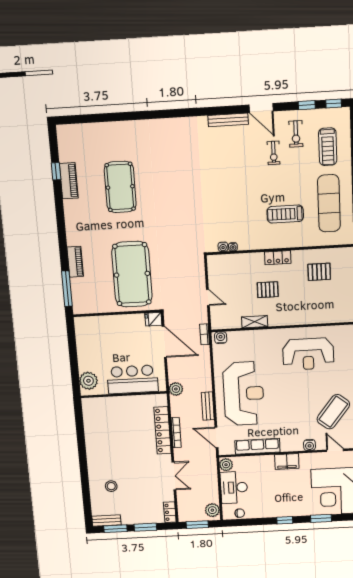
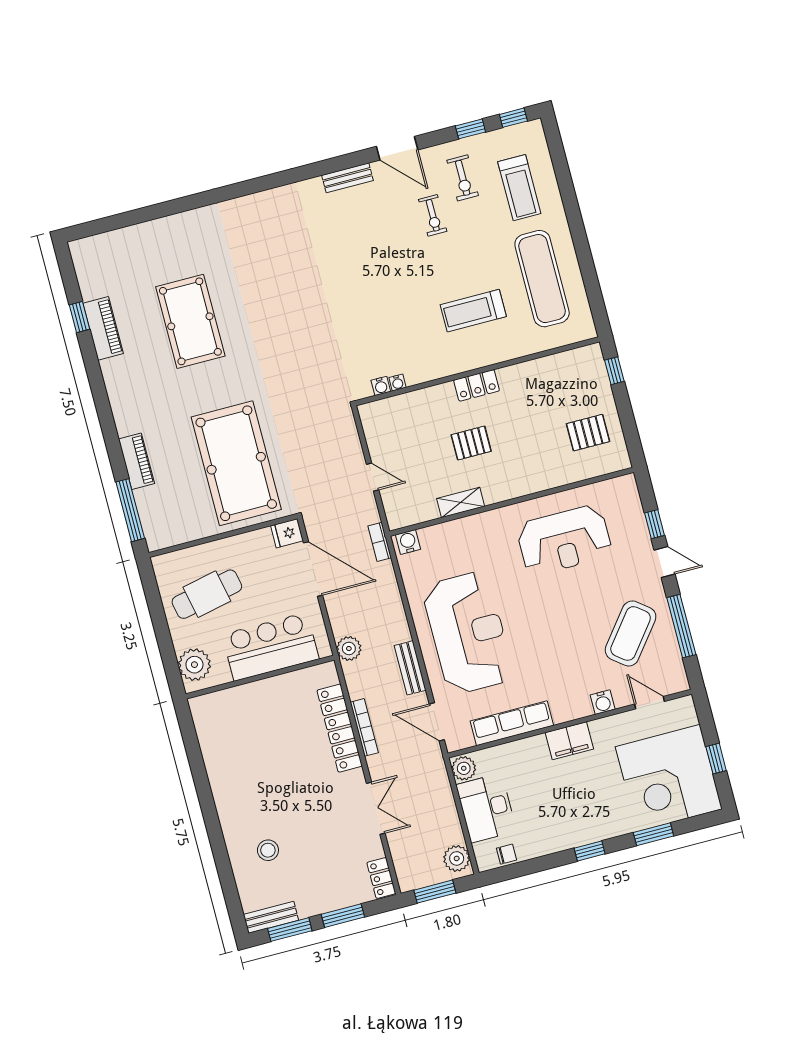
bench: (228, 120) -> (347, 178), width x0.73
pallet: (319, 272) -> (588, 433), moved
cafe table: (102, 344) -> (207, 594), added

